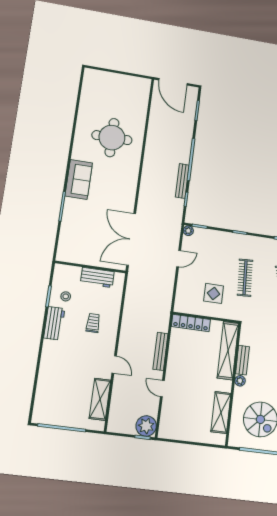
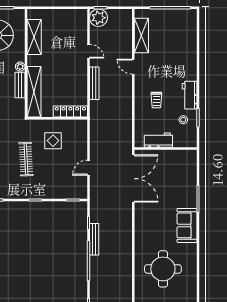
plant: (188, 231) -> (83, 194), removed

